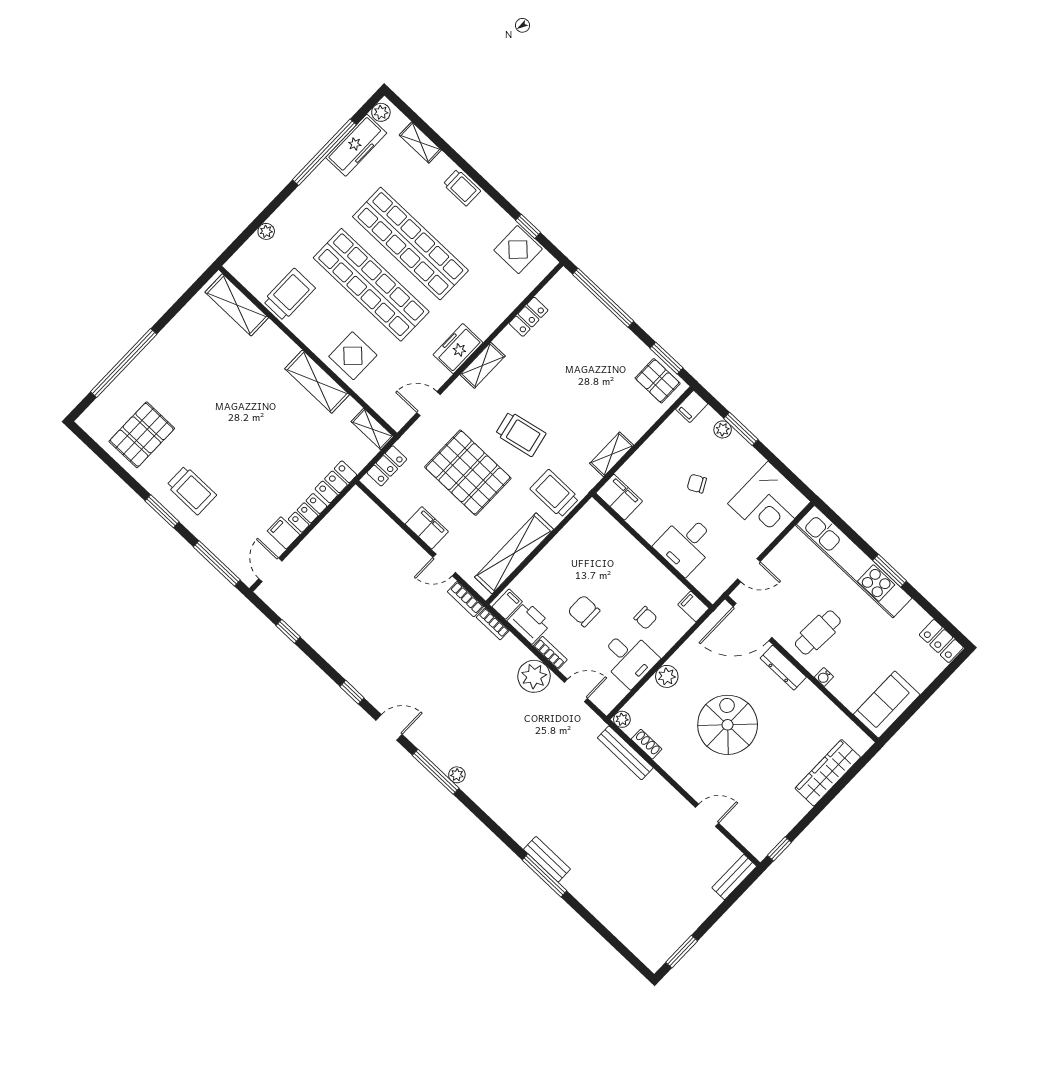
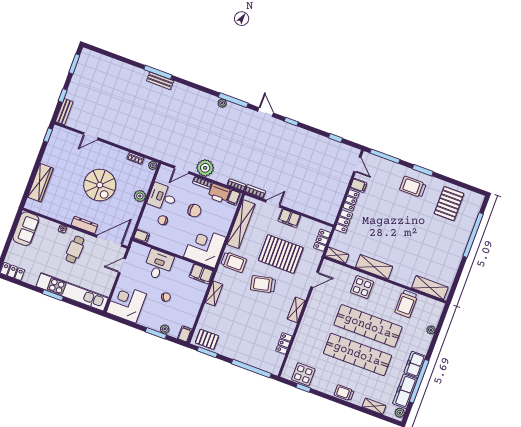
freezer: (458, 349) -> (415, 364), moved, turned 180
corner desk: (593, 541) -> (205, 247), added
door: (389, 727) -> (266, 112), swing flipped
bench: (625, 753) -> (144, 150), removed
window: (725, 906) -> (63, 95), added

